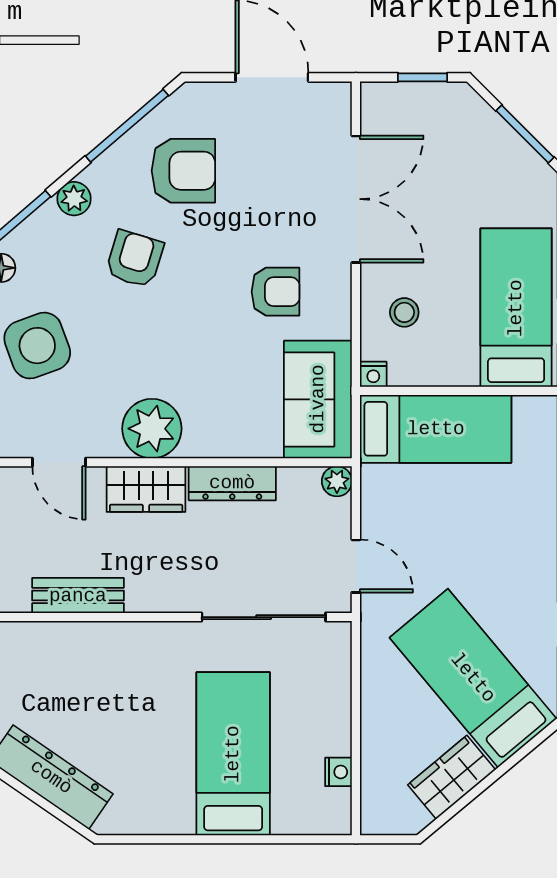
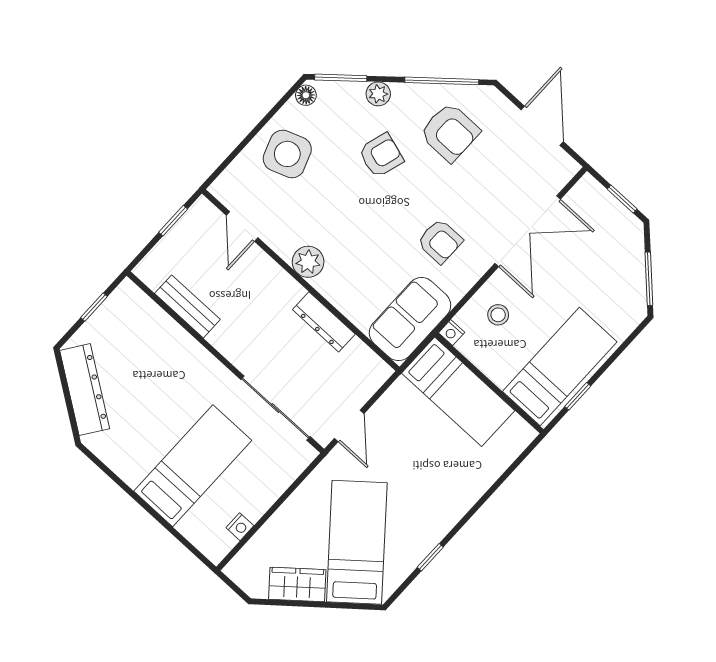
plant: (152, 429) -> (308, 262), width x0.73, depth x0.73
plant: (337, 481) -> (380, 372), removed
wardrobe: (146, 489) -> (275, 283), removed

